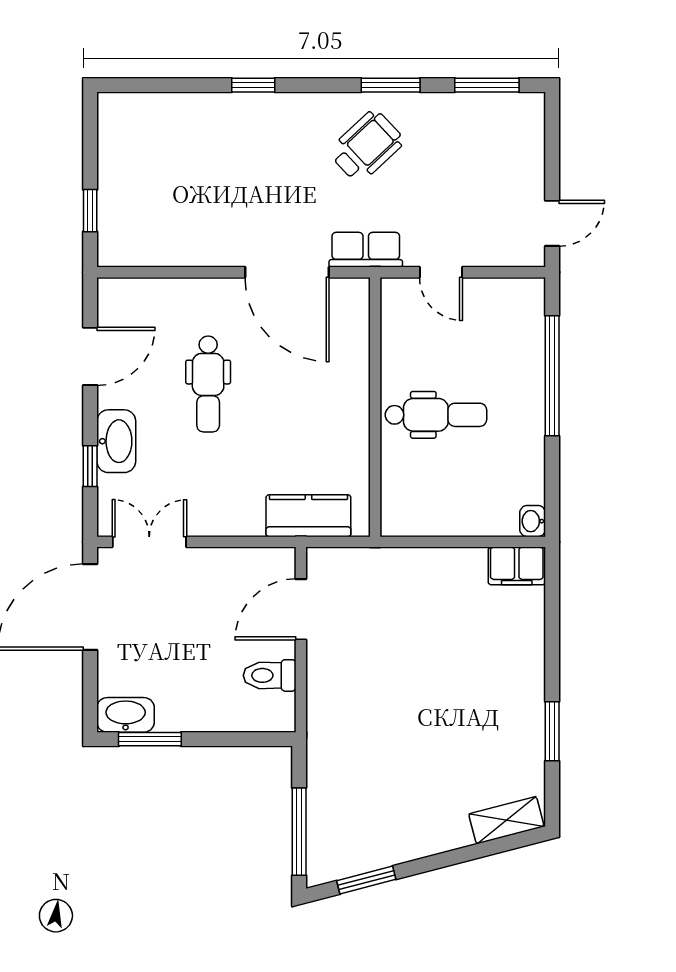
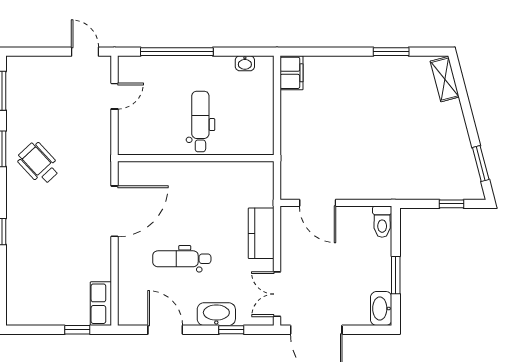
row of seats: (366, 250) -> (101, 304), moved
door: (441, 272) -> (115, 96), moved
dental chair: (208, 384) -> (182, 259), turned 180
kitchen counter: (308, 516) -> (261, 233), moved
washbasin: (533, 521) -> (245, 63), moved
toilet: (270, 675) -> (382, 222), moved
window: (150, 739) -> (396, 275), moved
window: (299, 832) -> (452, 204), width x0.46

